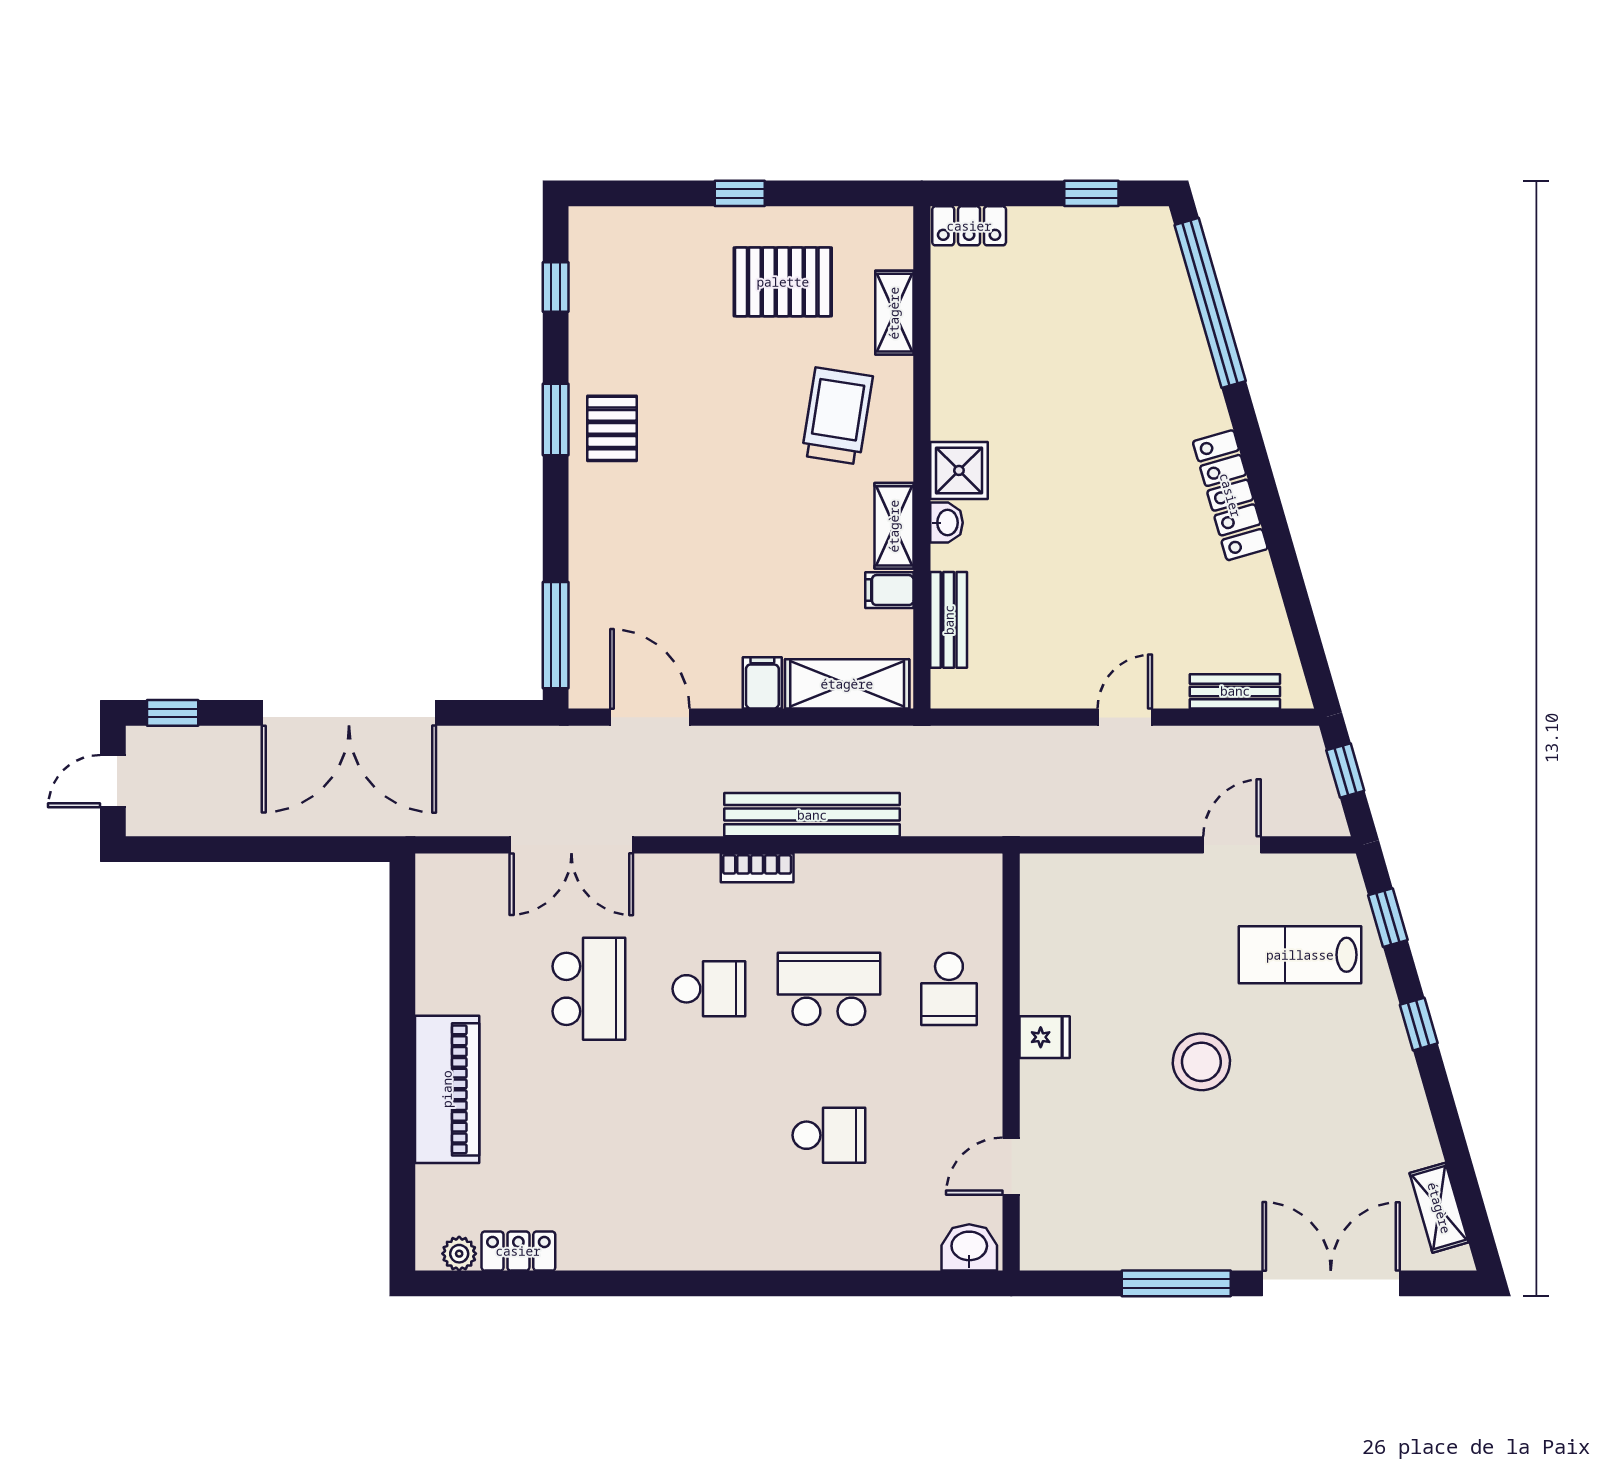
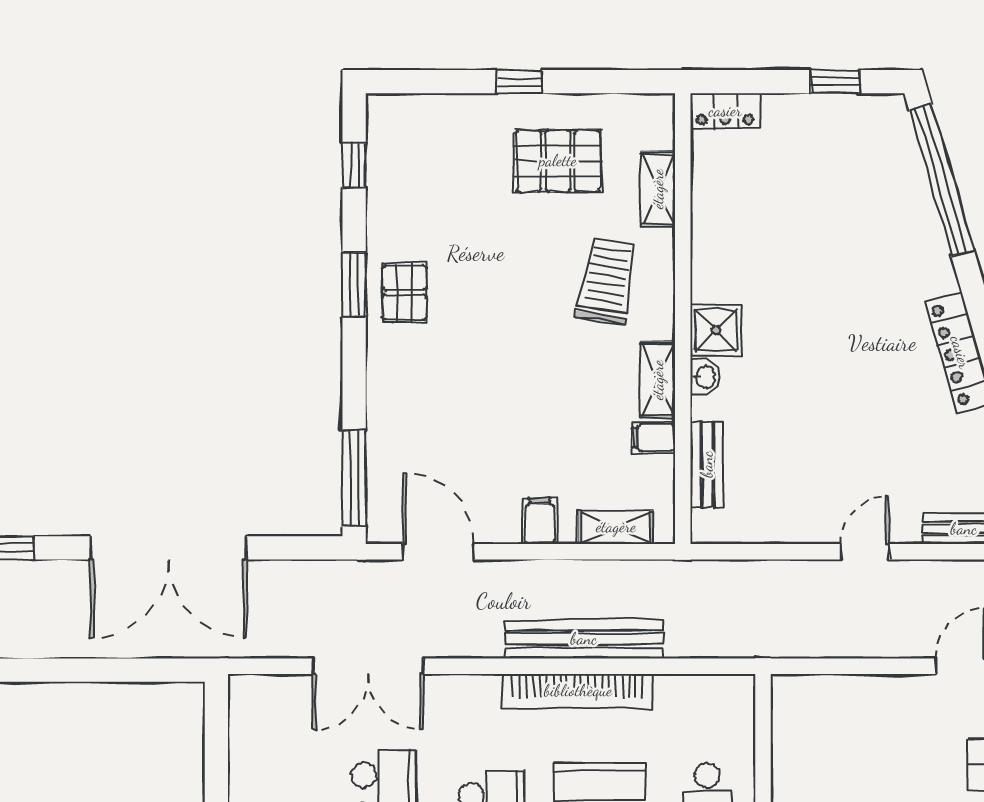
shelving: (847, 684) -> (616, 527), width x0.67, depth x0.75
bookcase: (757, 868) -> (578, 691), width x2.31, depth x1.31

